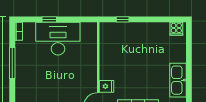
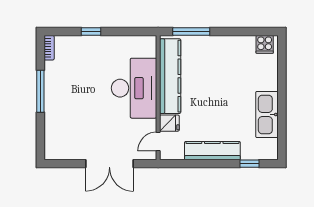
window: (123, 19) -> (191, 32), width x2.17
desk: (58, 39) -> (134, 88), moved, turned 90
kitchen counter: (107, 52) -> (170, 76), added

